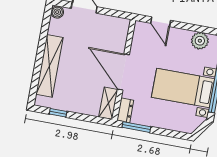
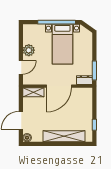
plant: (200, 41) -> (29, 50), moved
shelving: (108, 103) -> (33, 92), moved

